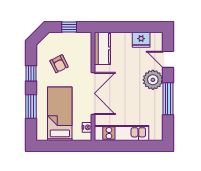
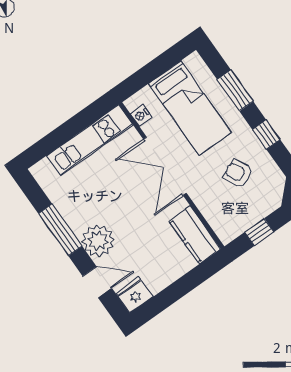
fridge: (141, 40) -> (134, 295), moved

